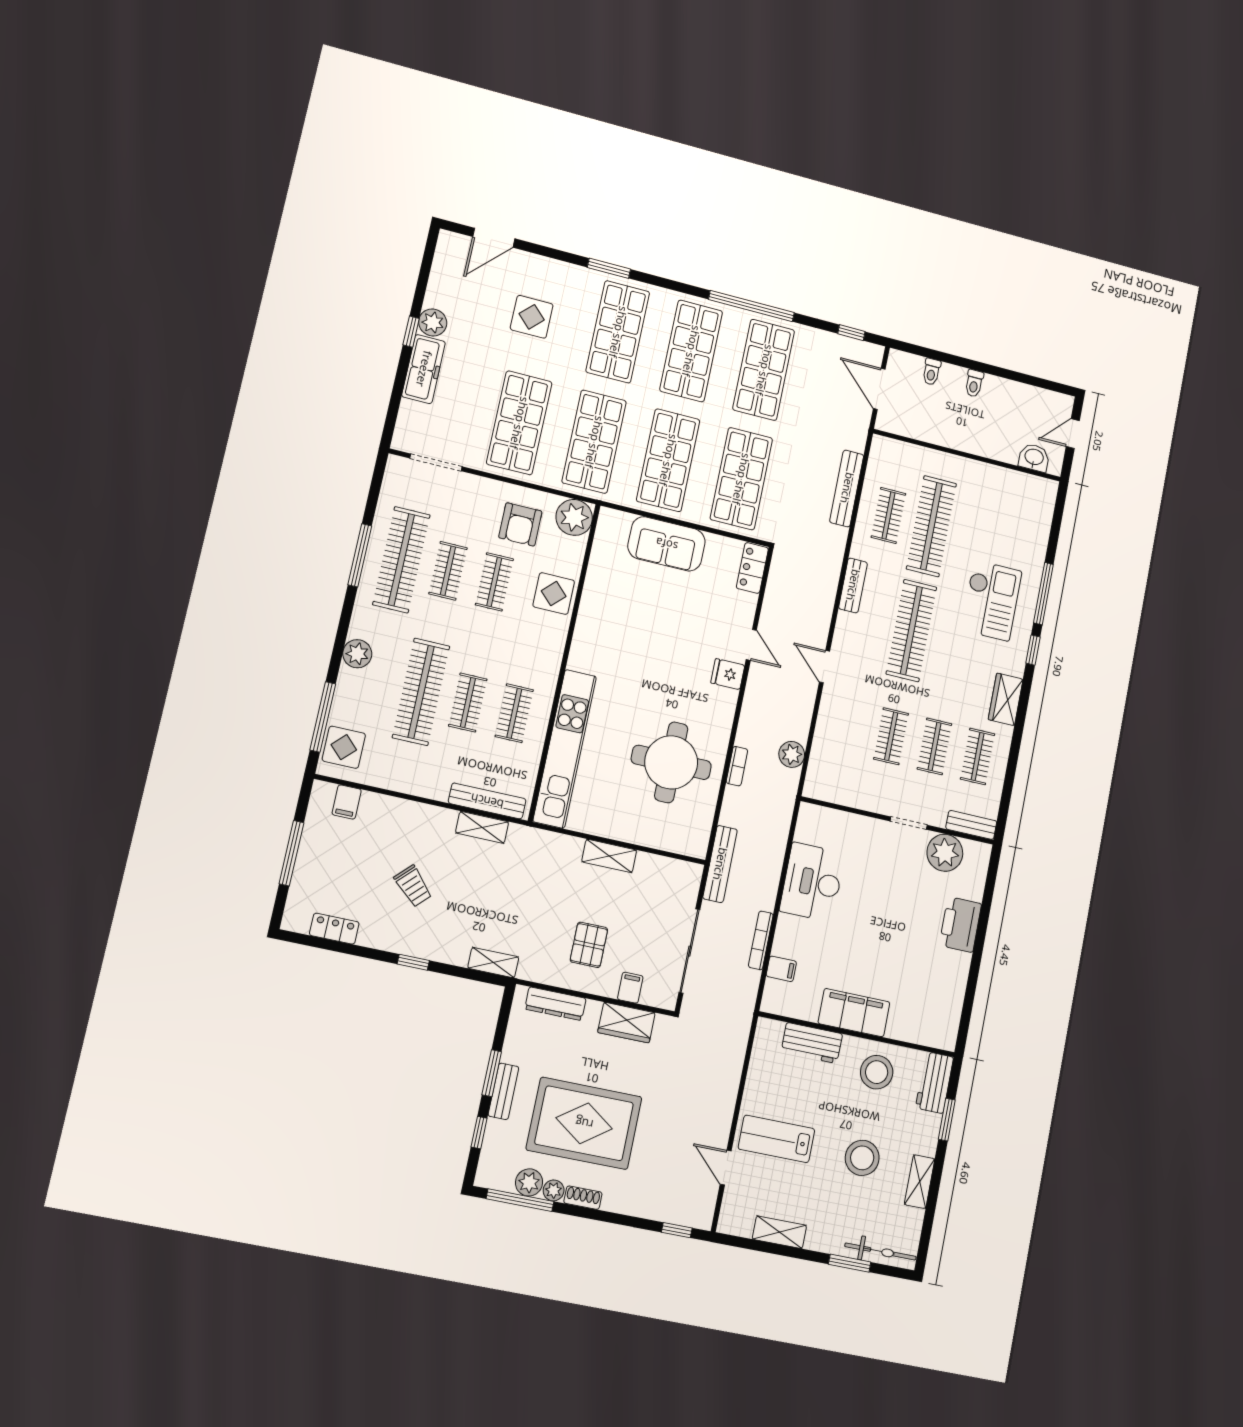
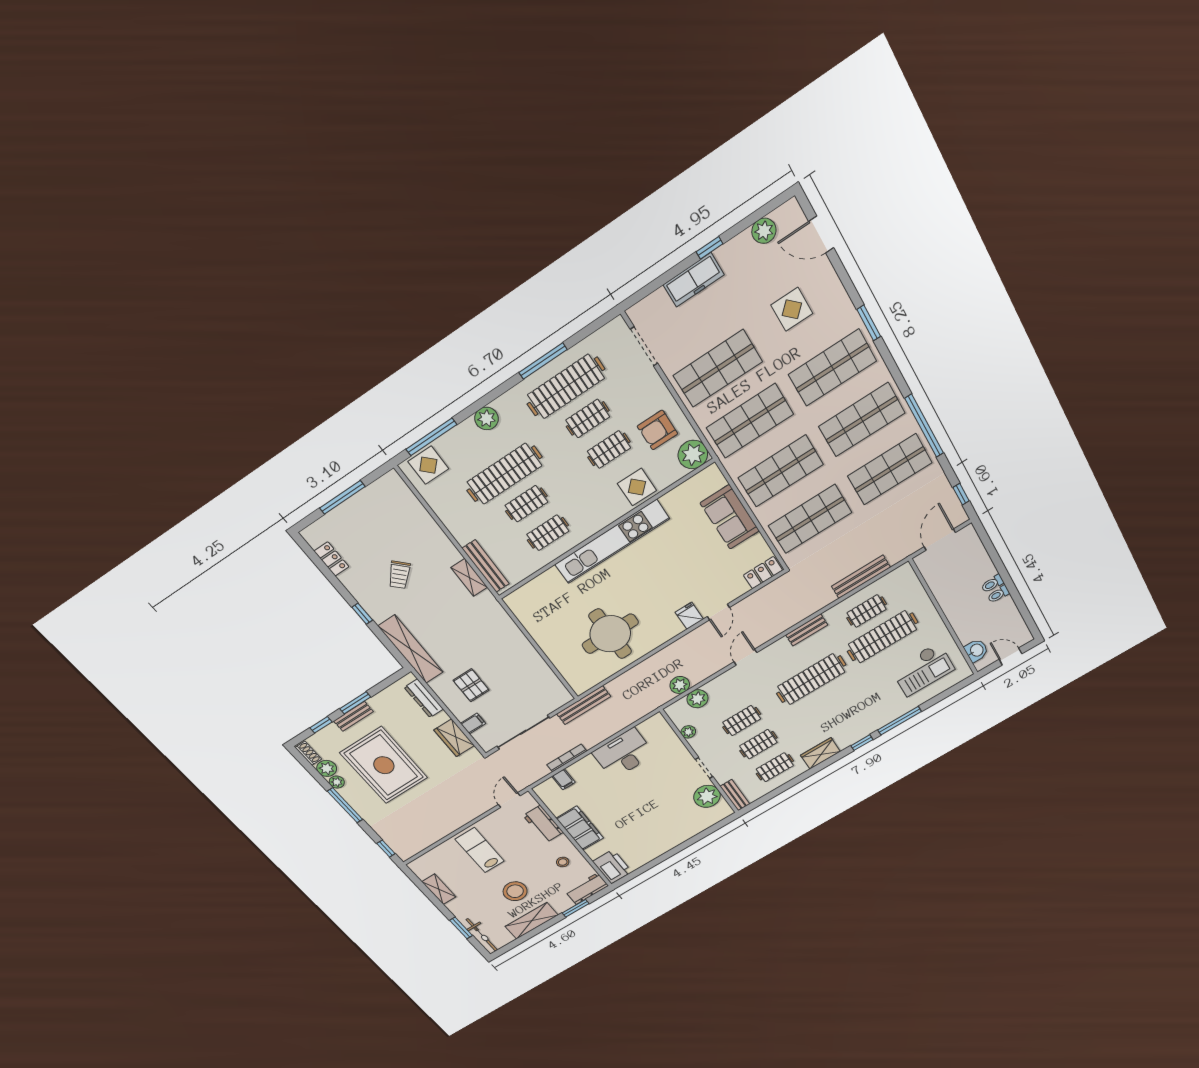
plant: (433, 322) -> (764, 231), moved
toilet: (931, 372) -> (999, 594), moved
checkout: (991, 601) -> (923, 670), moved
kitchen unit: (565, 749) -> (612, 542), moved
plant: (824, 753) -> (697, 699), added
bookcase: (737, 766) -> (644, 666), removed
plant: (852, 798) -> (688, 732), added
filing cabinet: (347, 802) -> (402, 497), removed
shelving: (609, 856) -> (527, 651), removed
printer: (960, 924) -> (612, 867), moved, turned 90
pallet: (589, 945) -> (471, 685), turned 90
shelving: (493, 963) -> (411, 649), width x2.20, depth x1.33
stool: (877, 1072) -> (563, 862), width x0.53, depth x0.53
door: (726, 1168) -> (509, 800), moved
shelving: (920, 1182) -> (532, 921), width x1.50, depth x1.33
shoe rack: (583, 1198) -> (308, 753), moved
window: (520, 1200) -> (345, 805), moved

